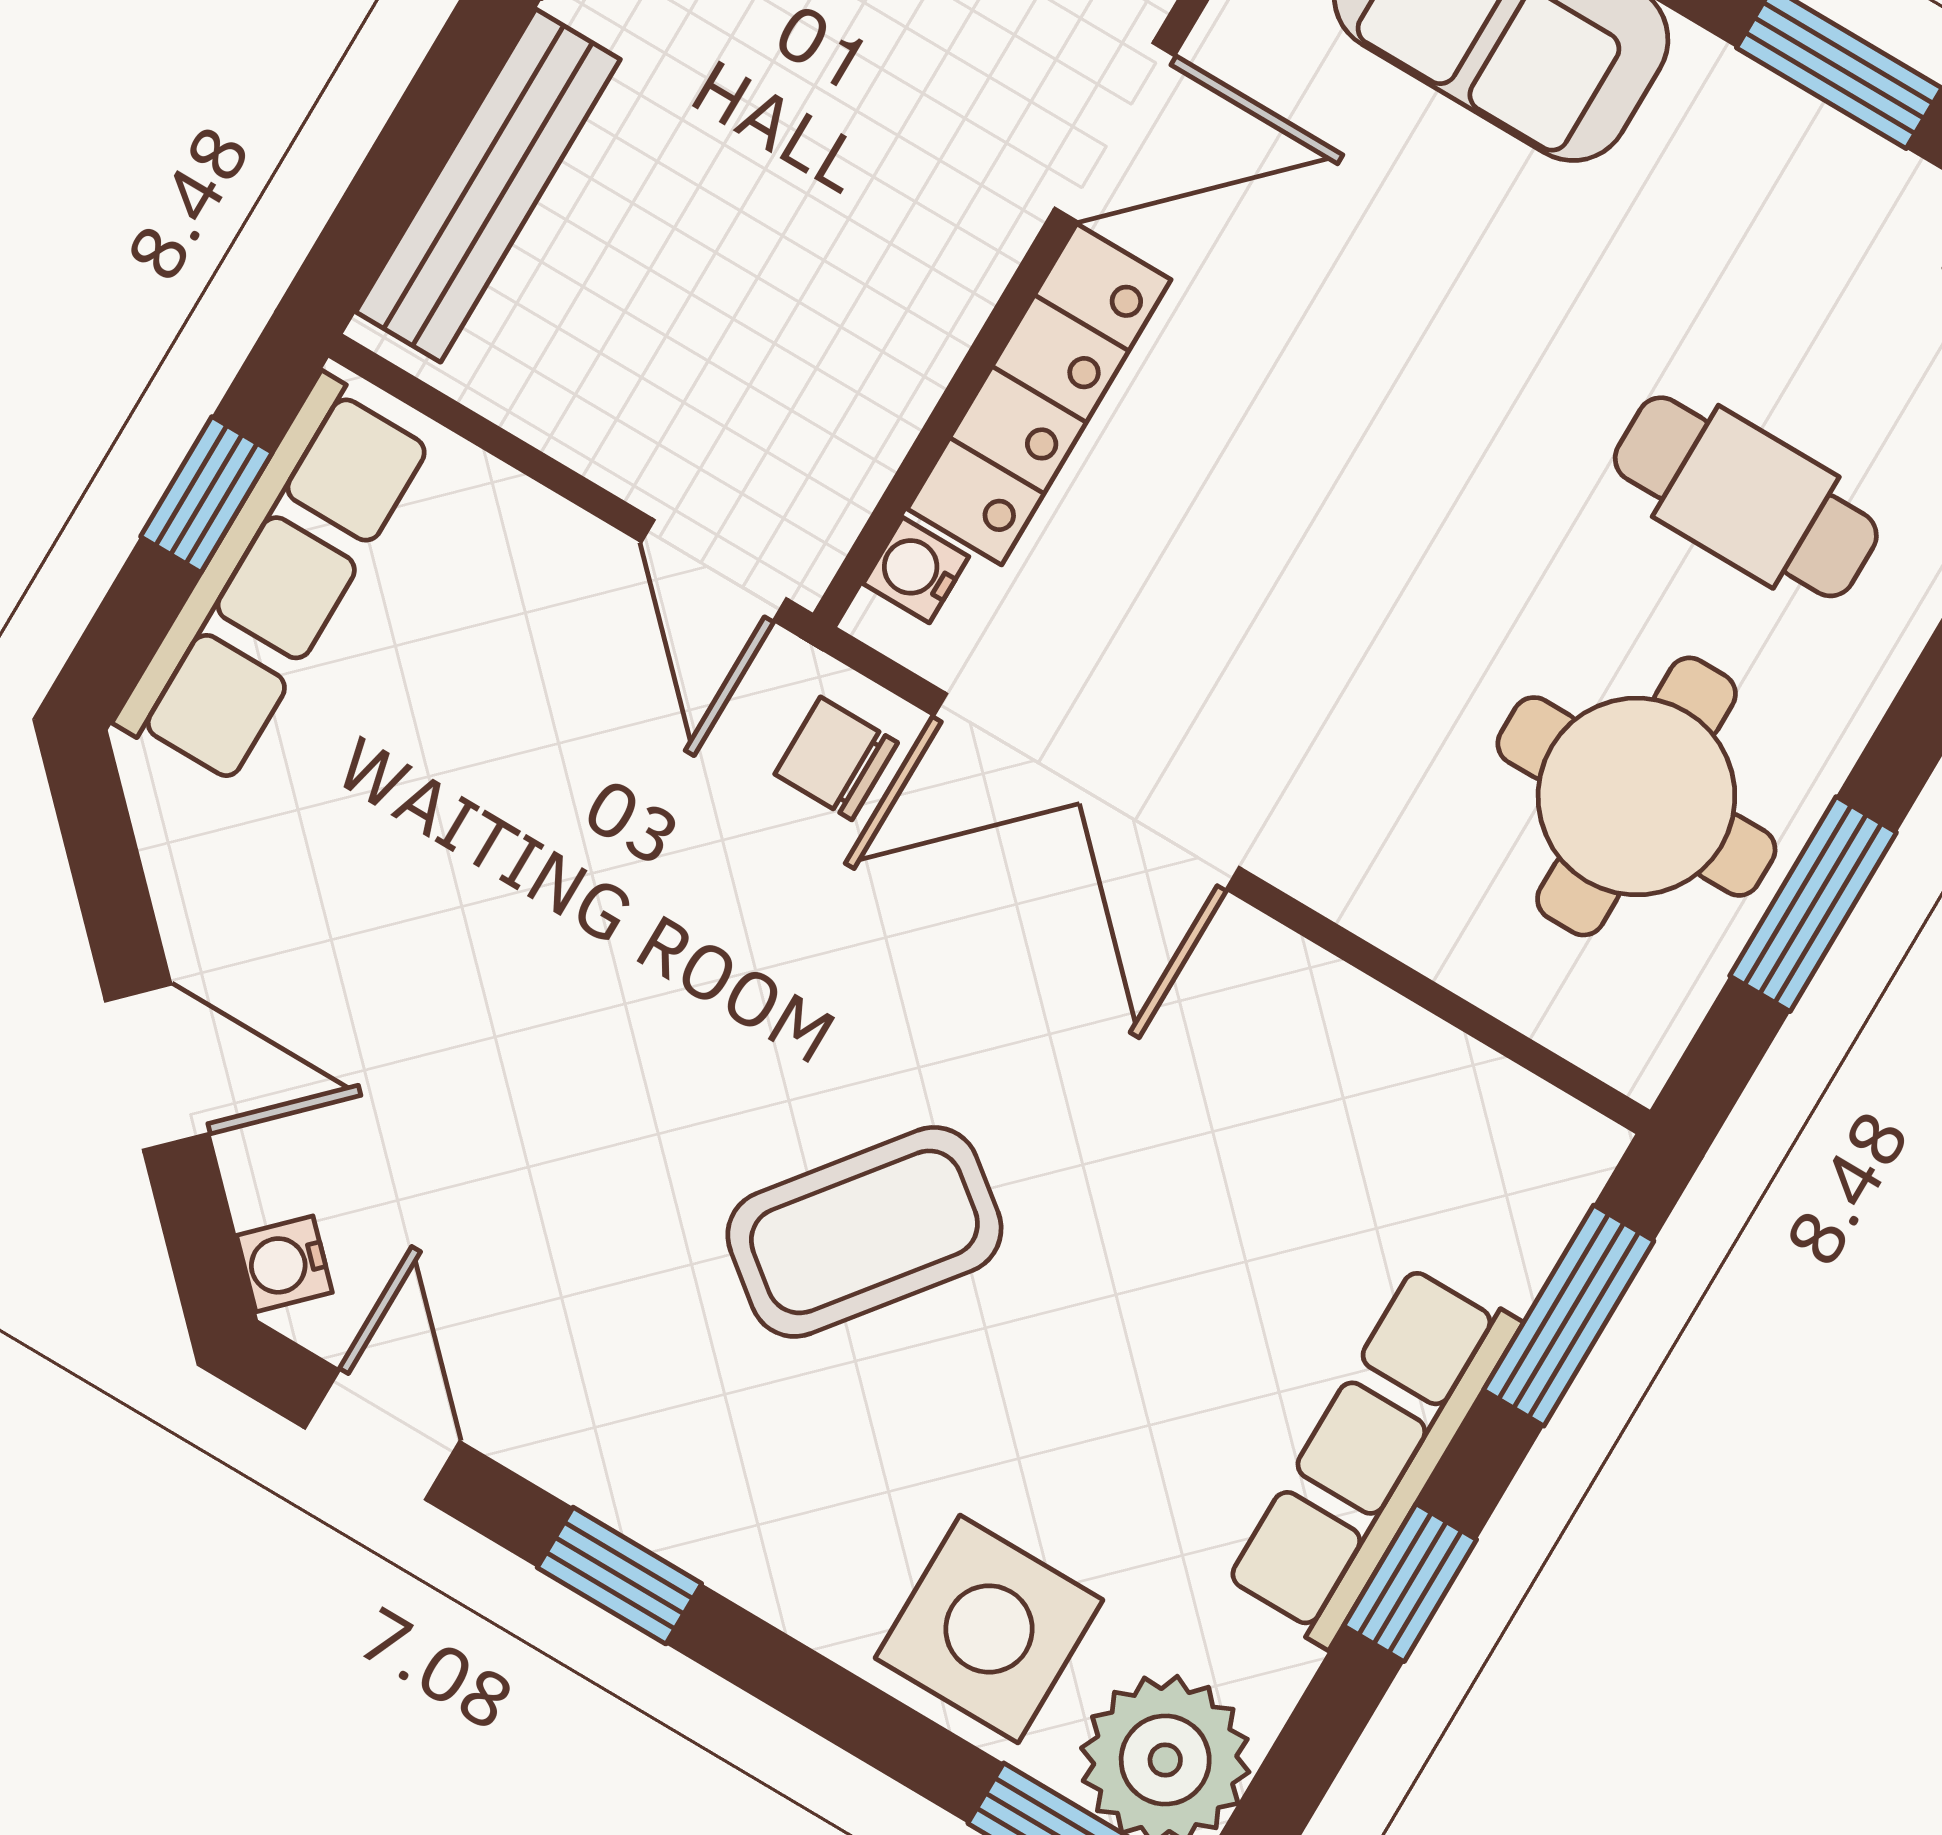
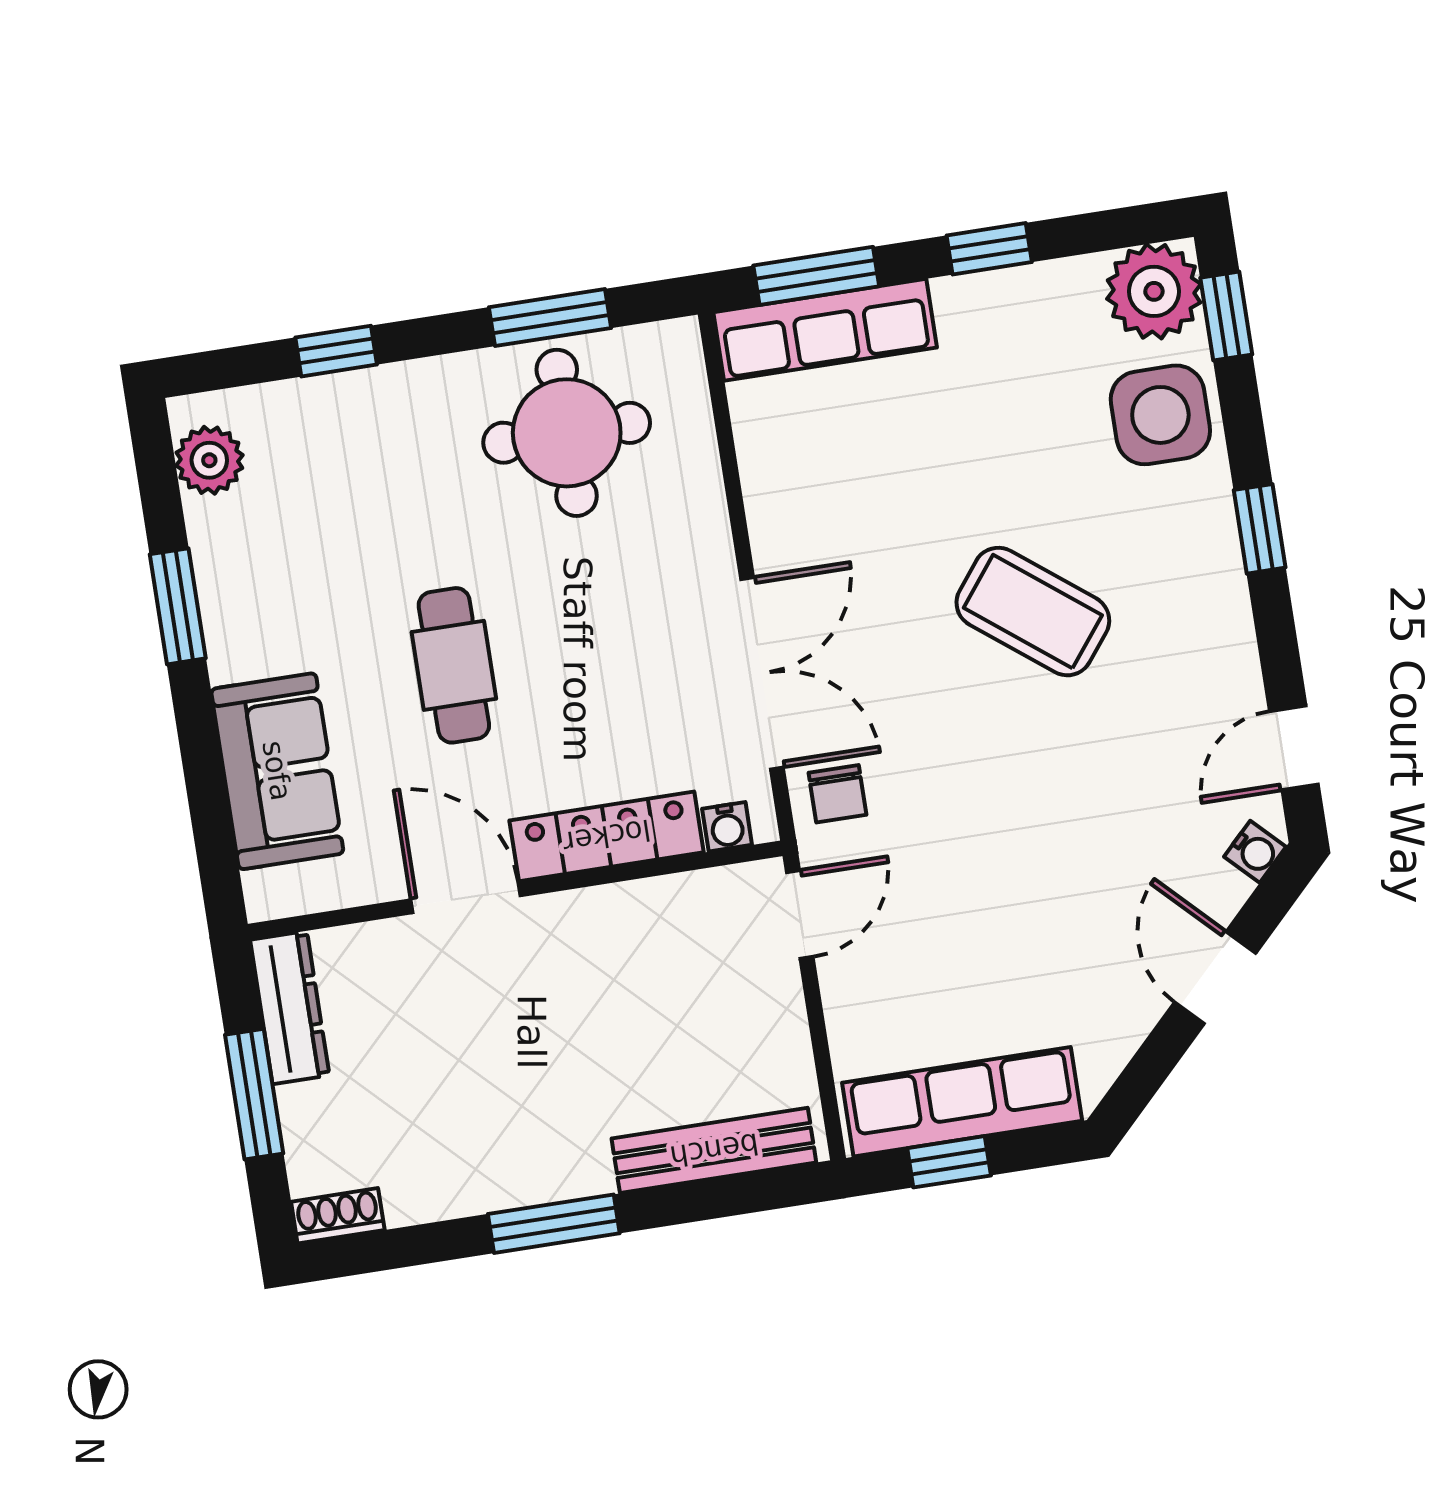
cafe table: (1746, 497) -> (454, 665), moved
row of seats: (1373, 1455) -> (825, 330), moved
window: (619, 1576) -> (1260, 529), moved

